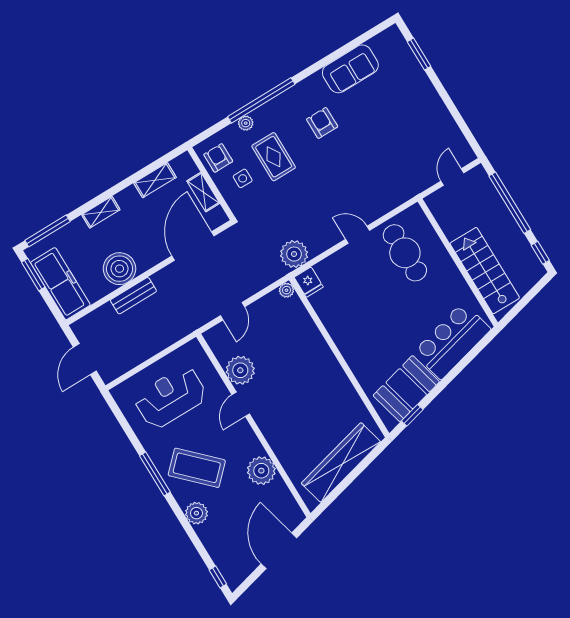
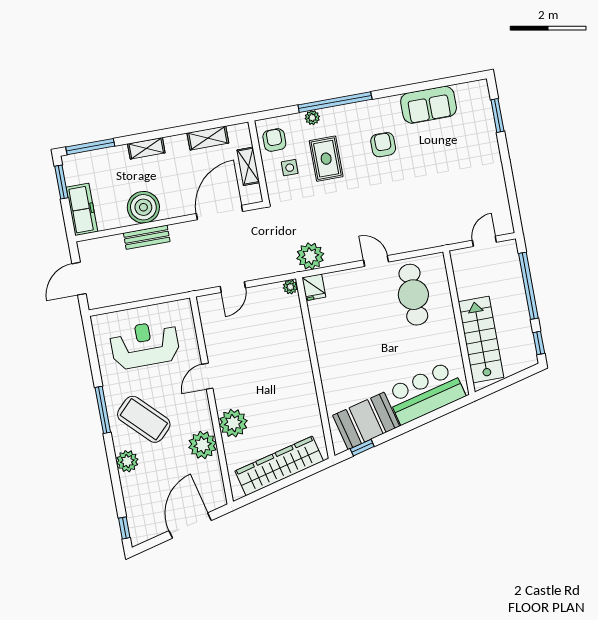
freezer: (60, 284) -> (82, 209), width x0.73, depth x0.79
plant: (240, 370) -> (233, 423), moved

